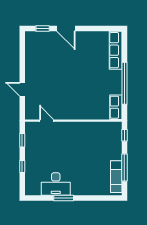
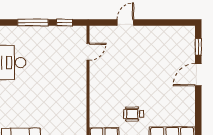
wheelchair: (99, 82) -> (134, 114), added
window: (22, 167) -> (33, 22), width x2.17

